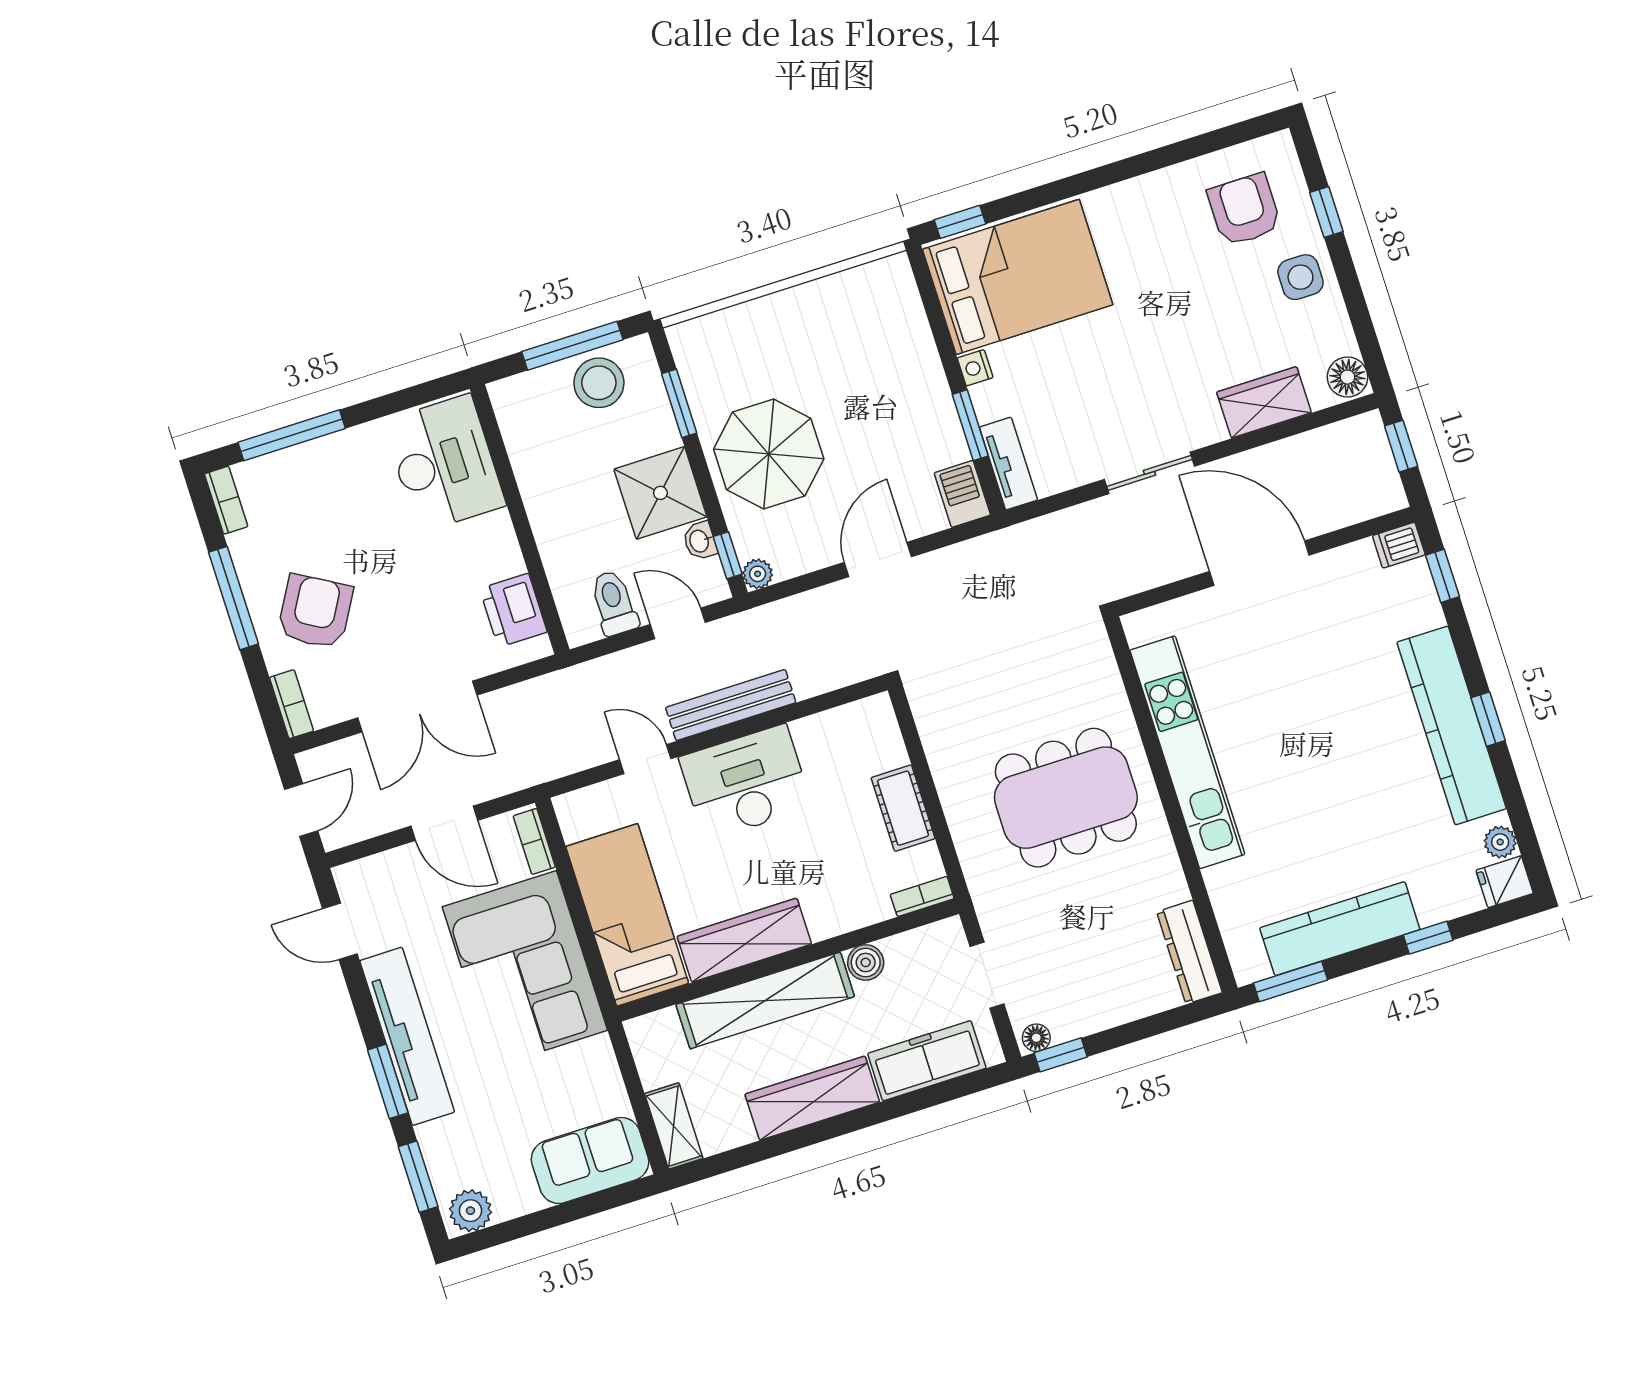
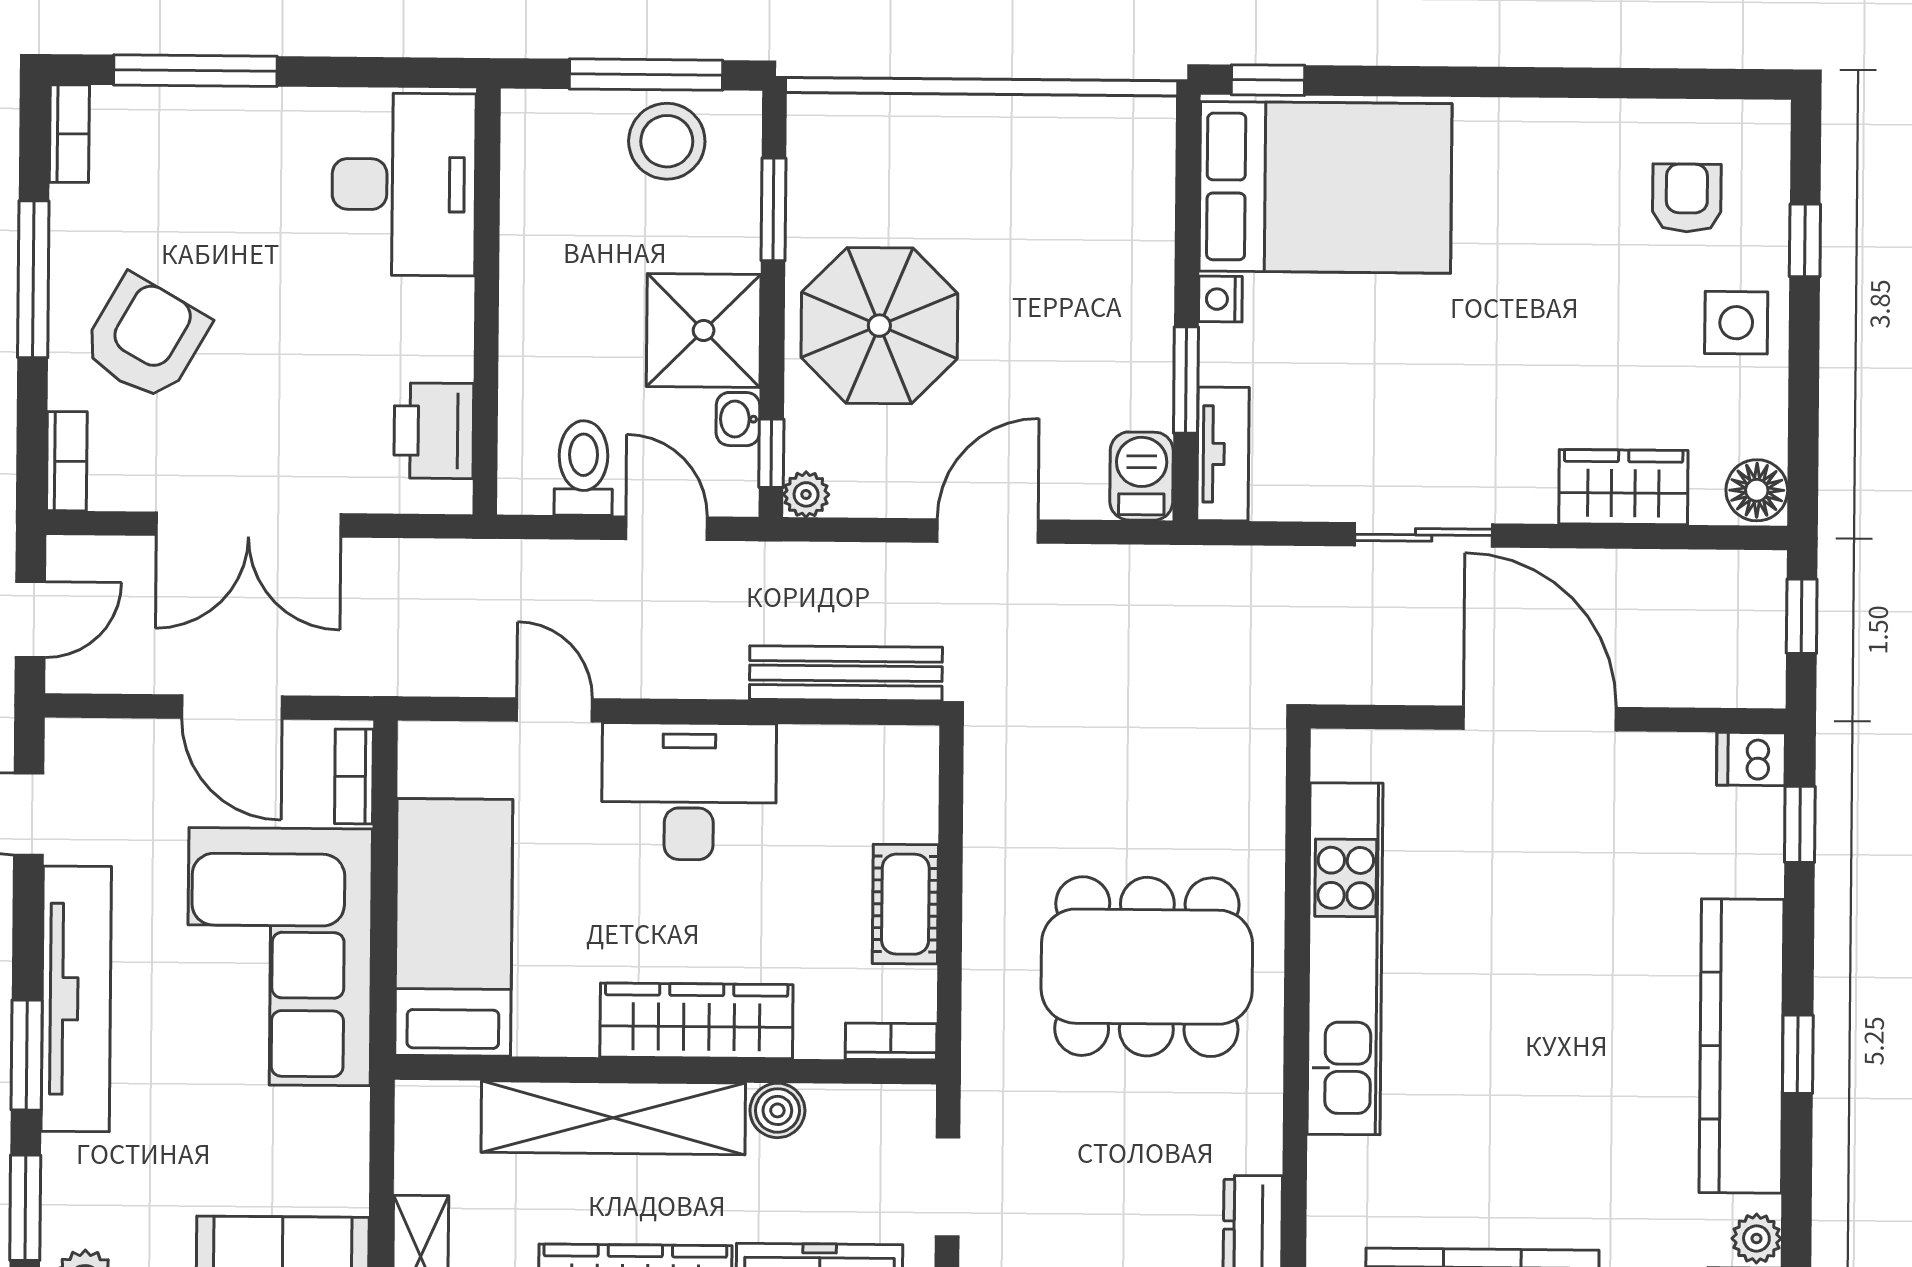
armchair: (1244, 210) -> (1687, 198), width x0.72, depth x0.72
bench: (731, 705) -> (846, 673), moved
wardrobe: (744, 940) -> (696, 1021), moved

